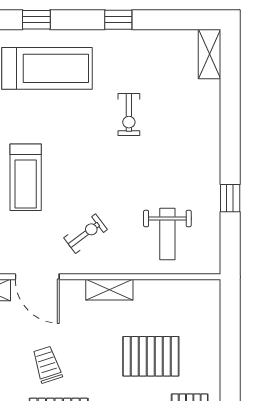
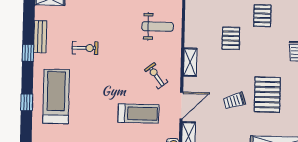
bench: (146, 39) -> (40, 37), added
treadmill: (26, 177) -> (138, 114), moved
pallet: (151, 356) -> (231, 38), width x0.67, depth x0.71

